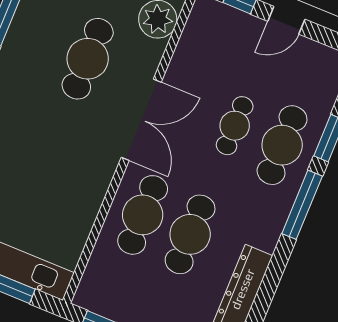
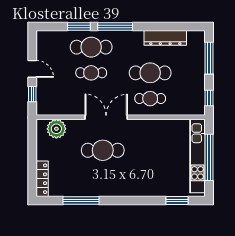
cafe table: (88, 59) -> (103, 150), moved
cafe table: (143, 215) -> (150, 99), width x0.73, depth x0.74

